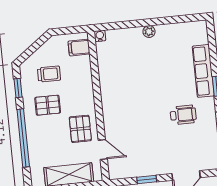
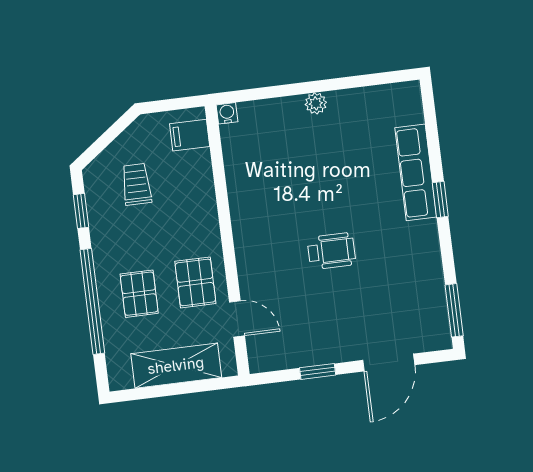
trolley: (49, 74) -> (136, 184), turned -90
pallet: (48, 105) -> (139, 294), moved, turned 90
wheelchair: (183, 115) -> (331, 251), moved

